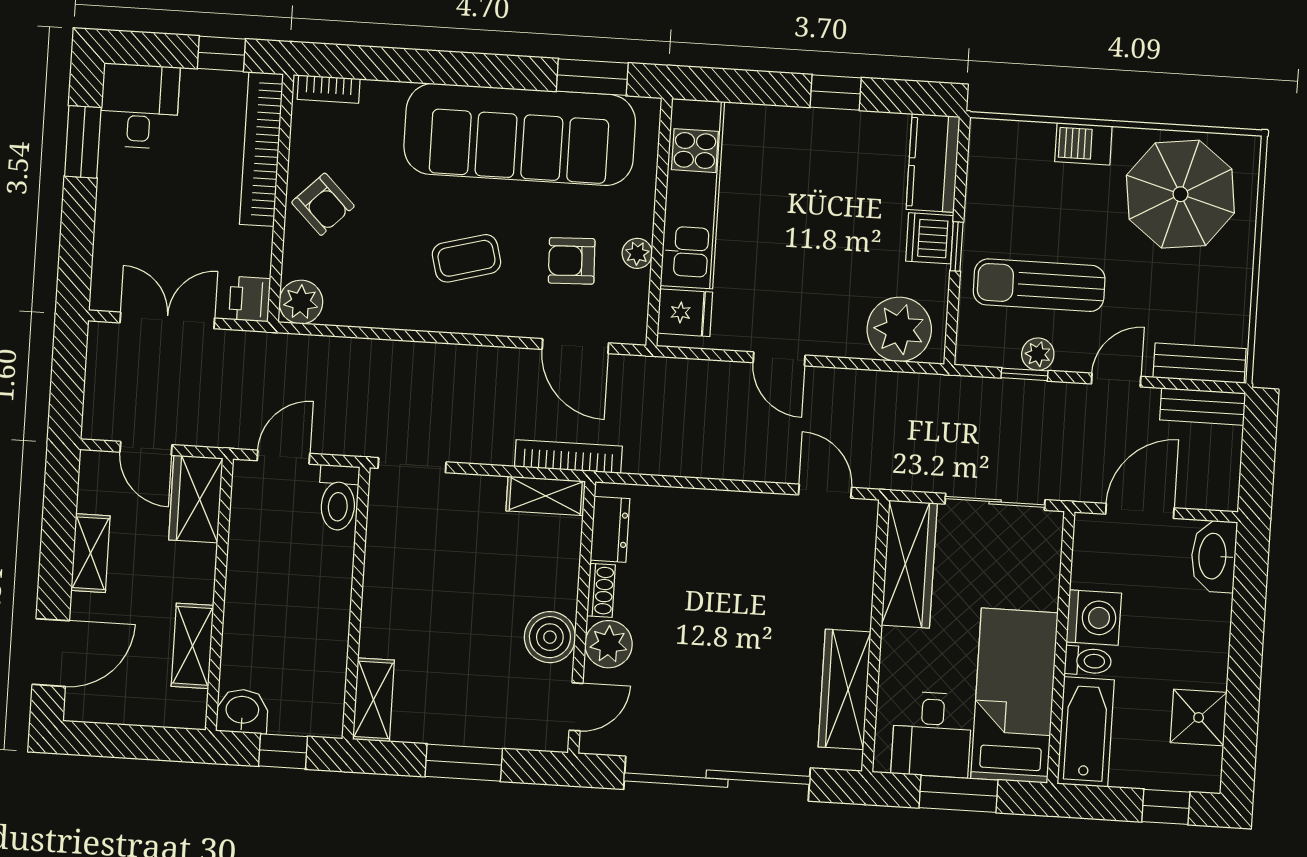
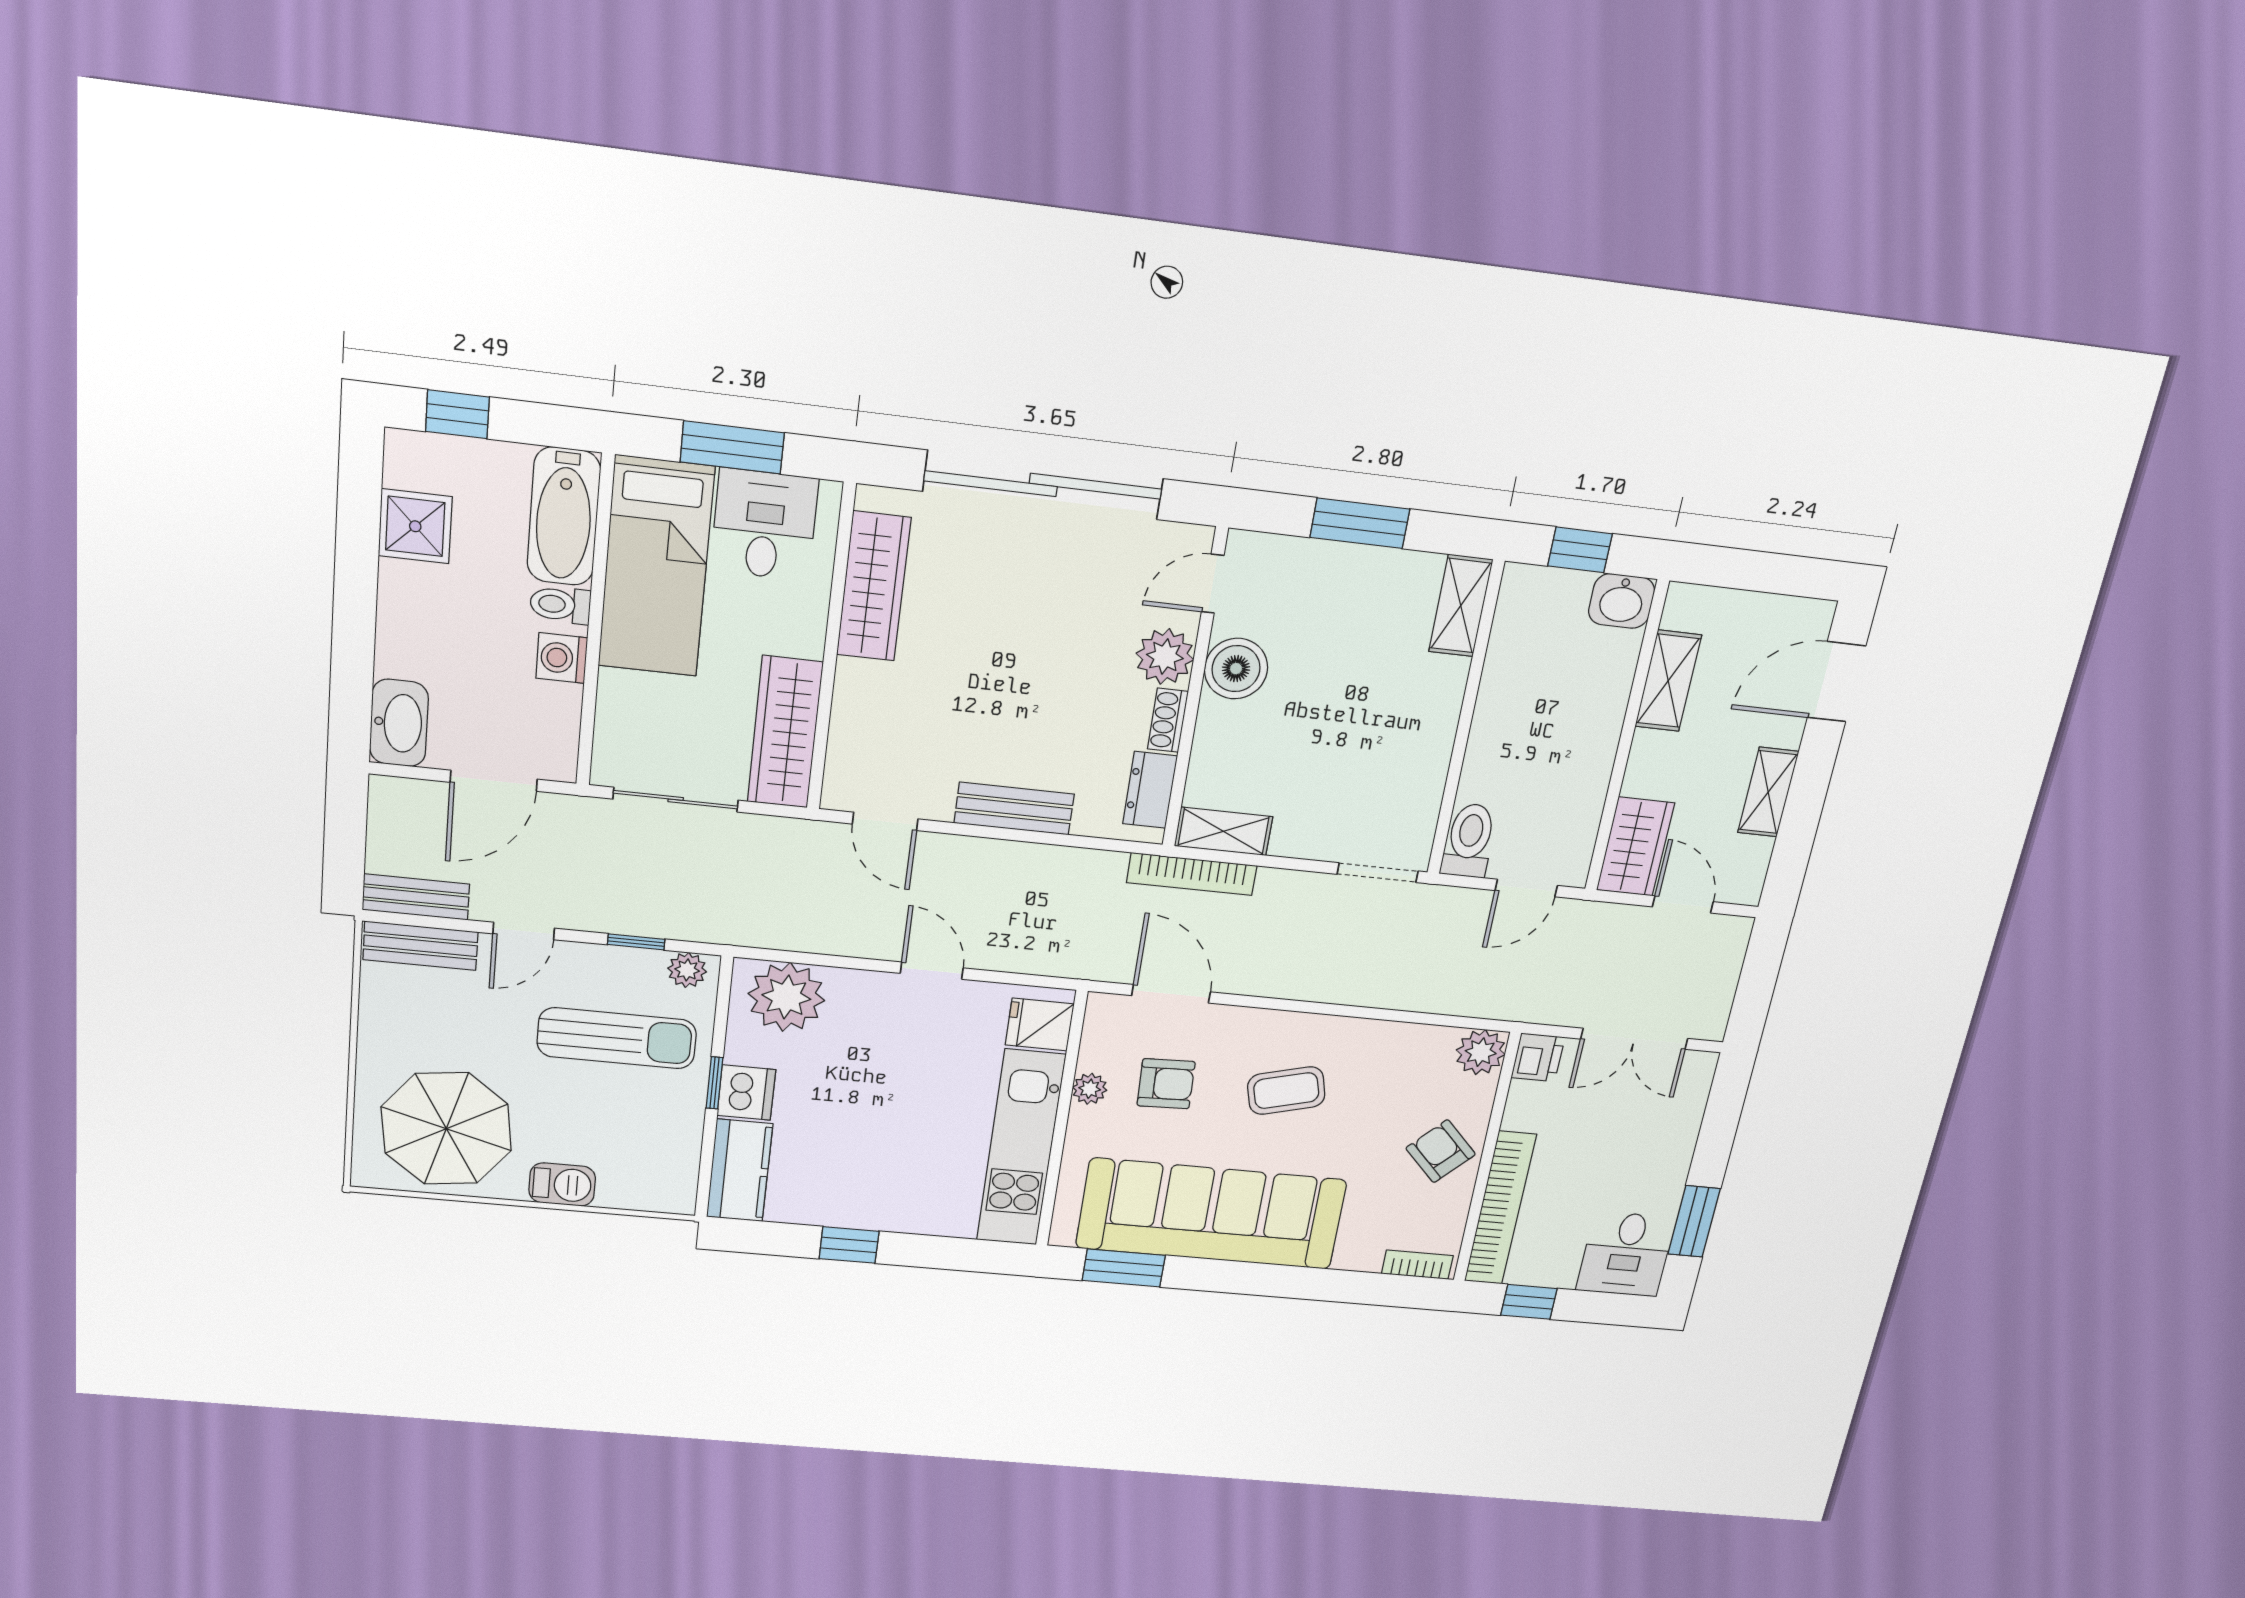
plant: (1038, 354) -> (687, 970), moved
bench: (720, 508) -> (1014, 809), added
washing machine: (1094, 618) -> (562, 658), width x0.73, depth x0.73

